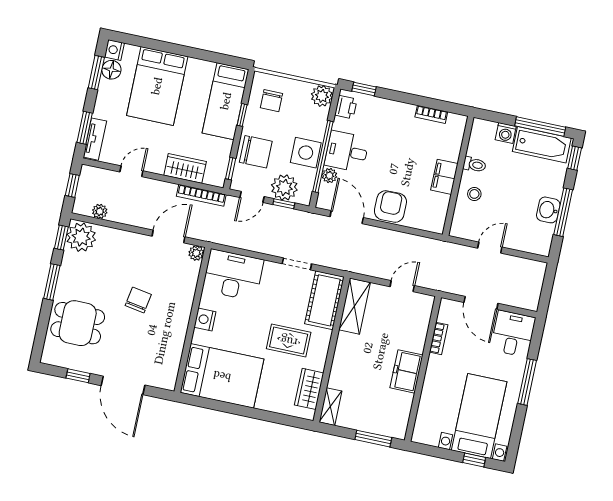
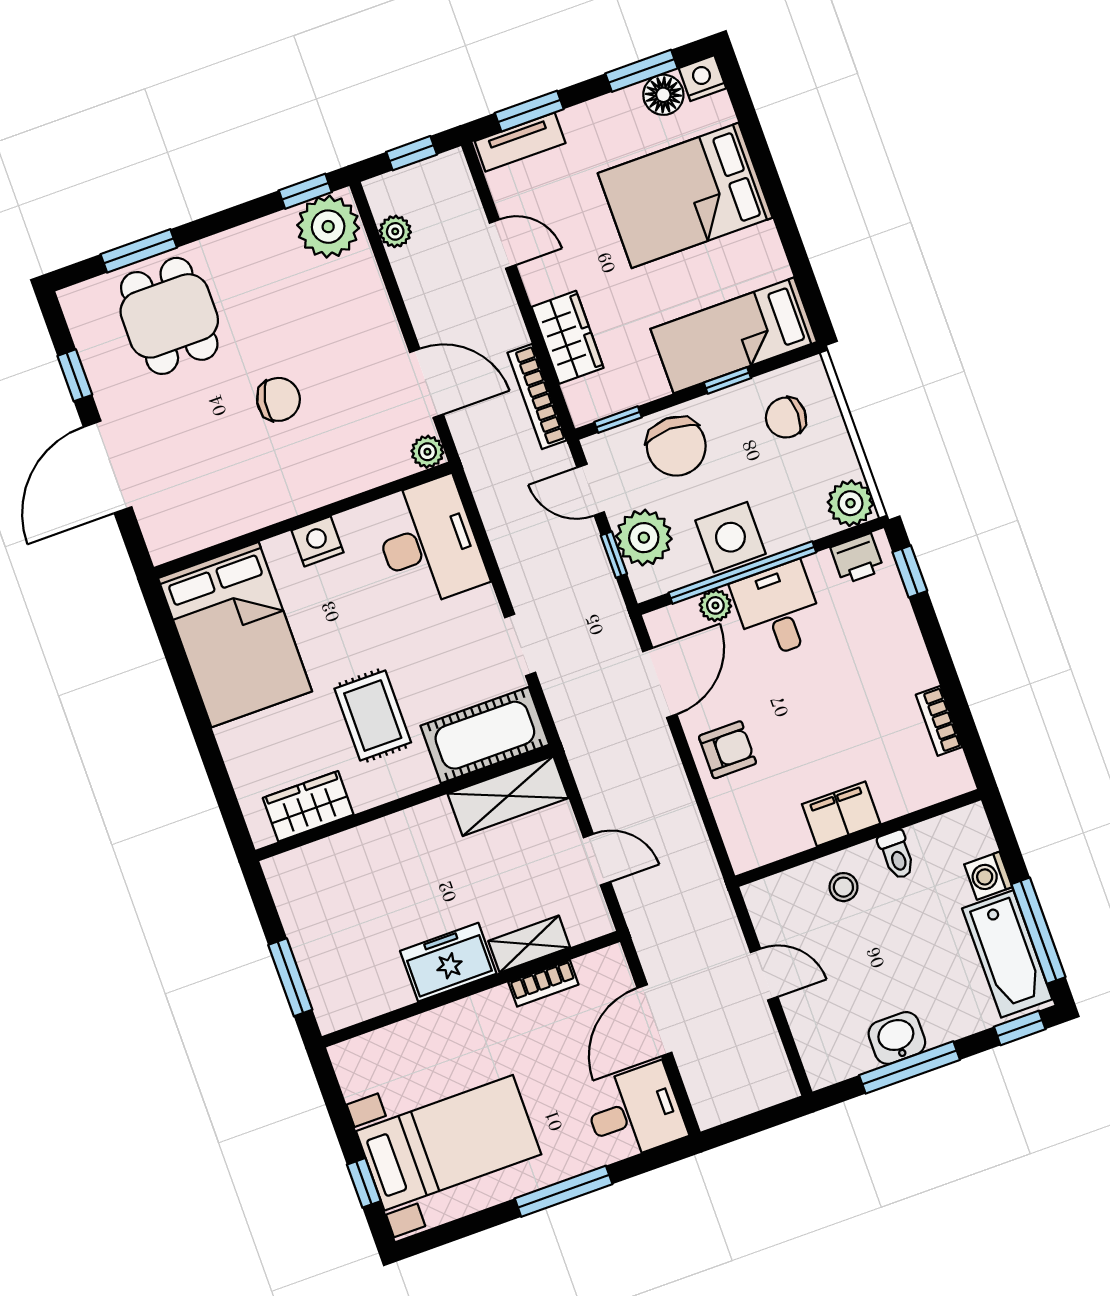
armchair: (390, 207) -> (728, 750), width x0.72, depth x0.72
window: (52, 282) -> (139, 251), moved
shelving: (330, 407) -> (529, 944), moved

